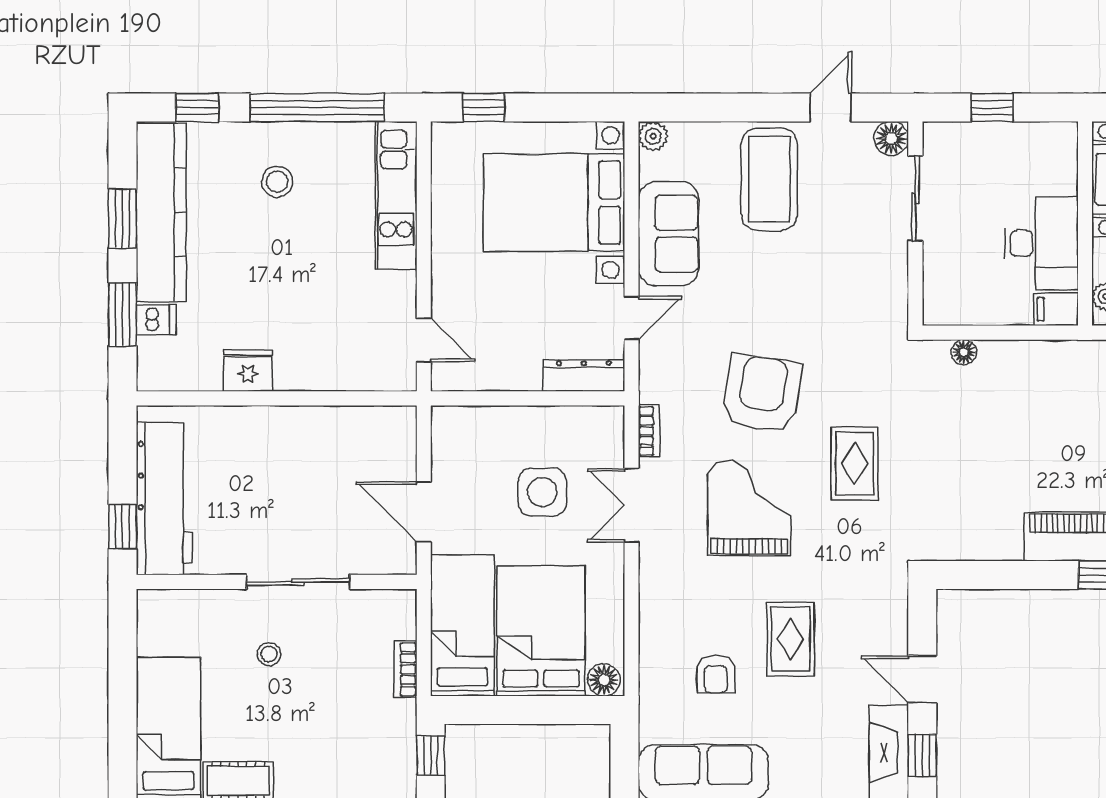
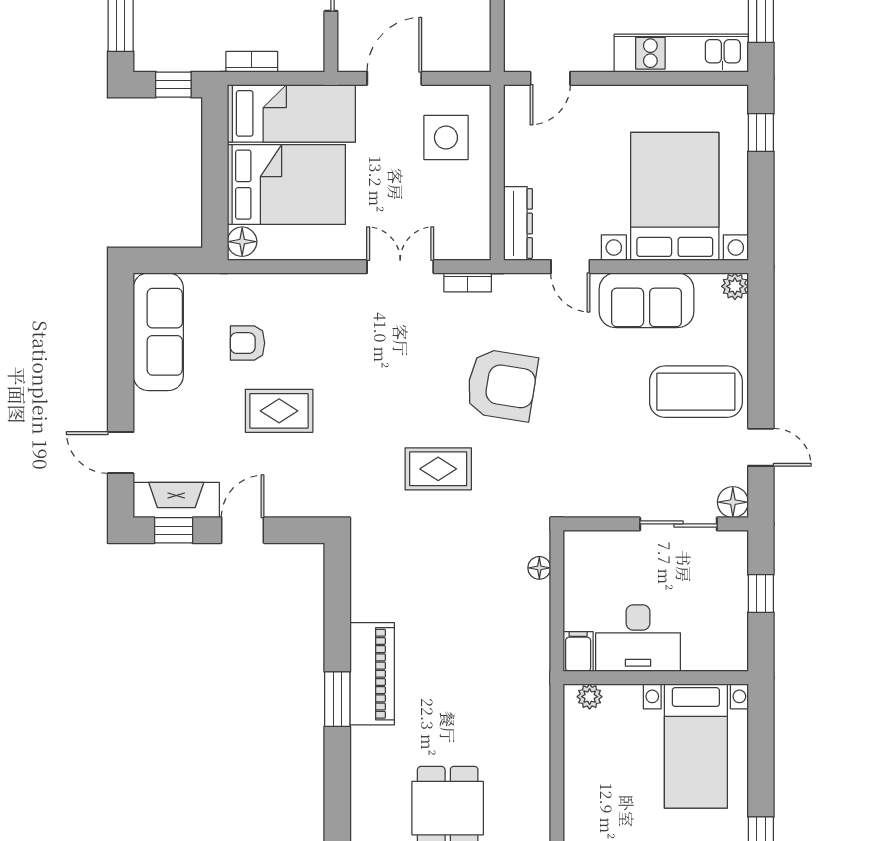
side table: (542, 492) -> (446, 137), moved
grand piano: (749, 508) -> (398, 373), removed

